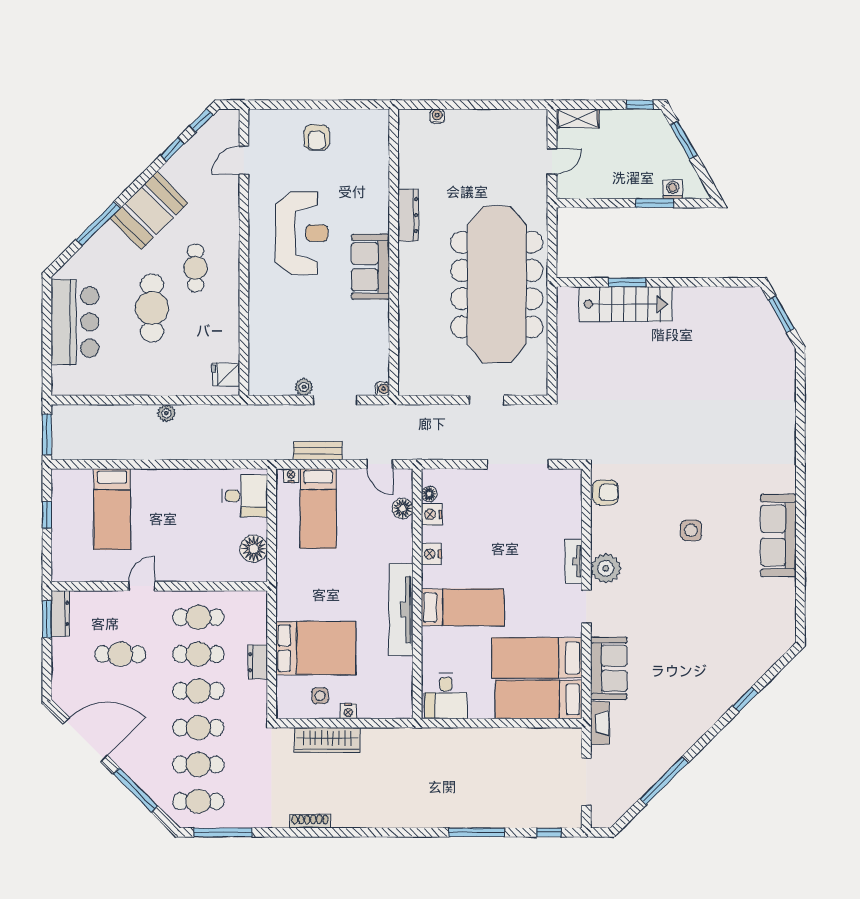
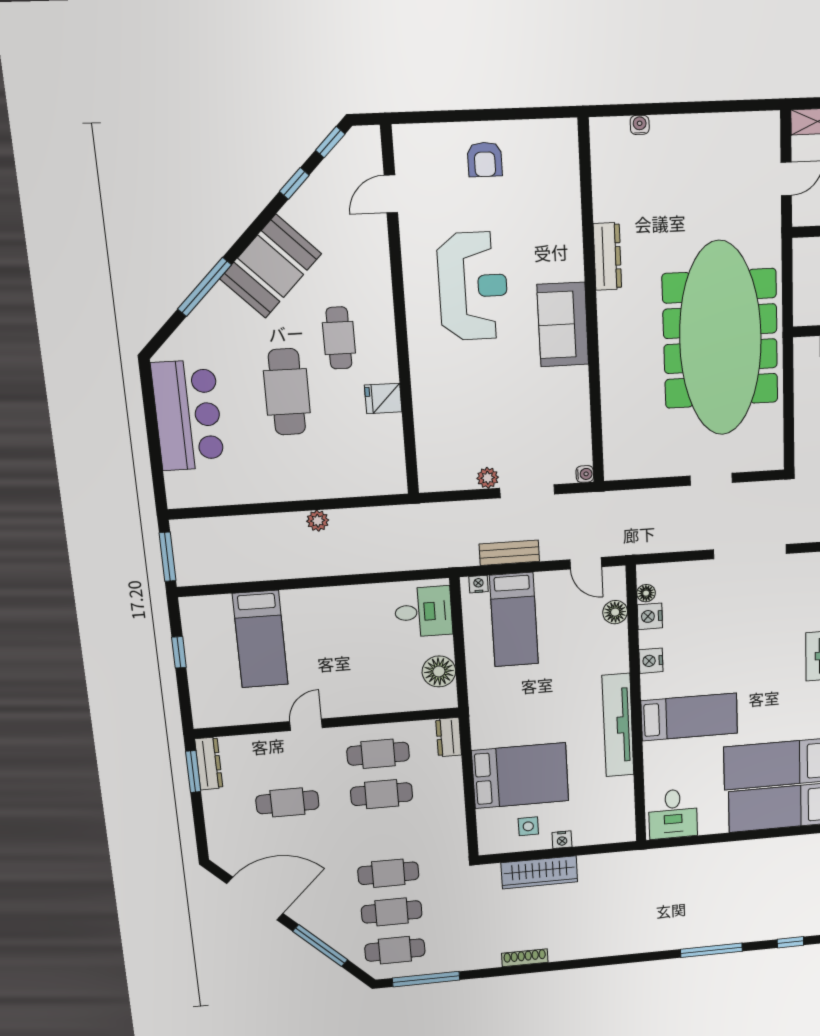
fridge: (226, 374) -> (383, 398), moved
dresser: (258, 662) -> (449, 737), moved
cafe table: (198, 691) -> (385, 834), removed

